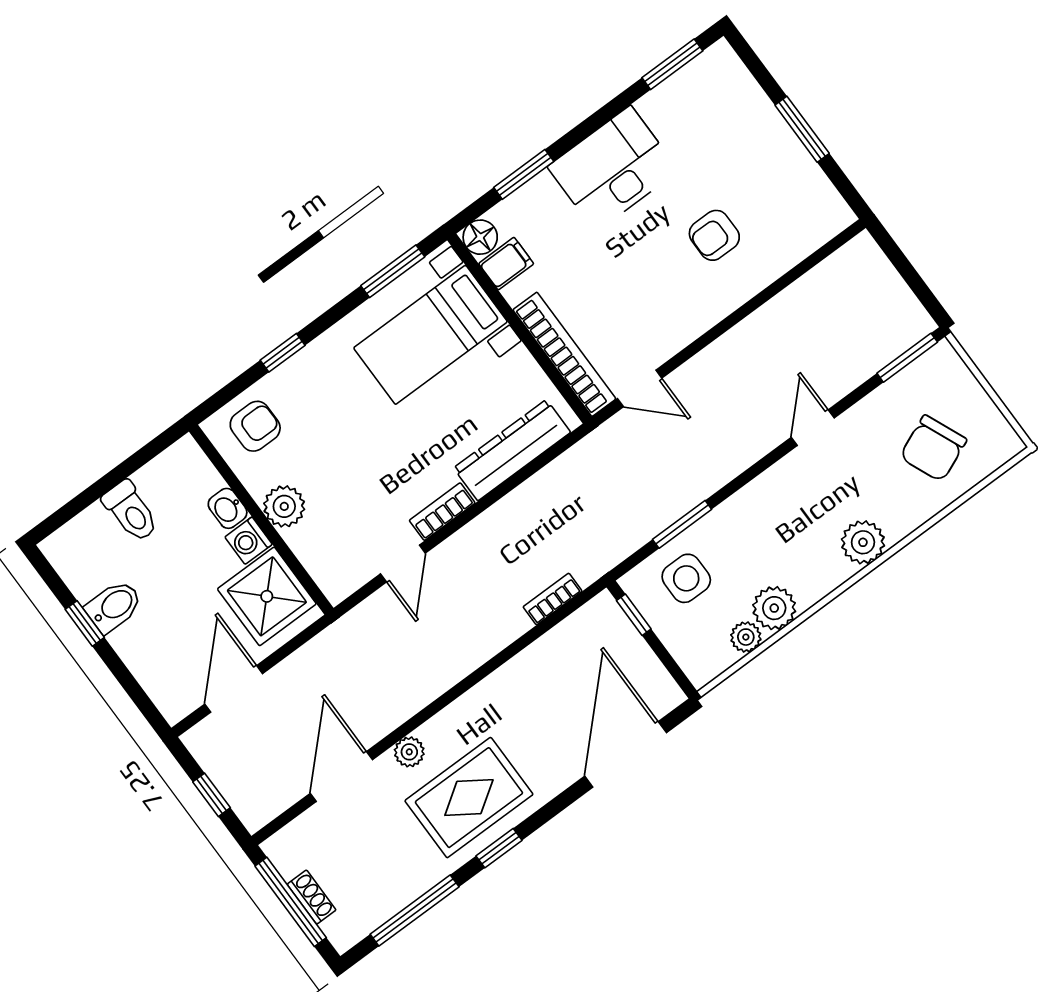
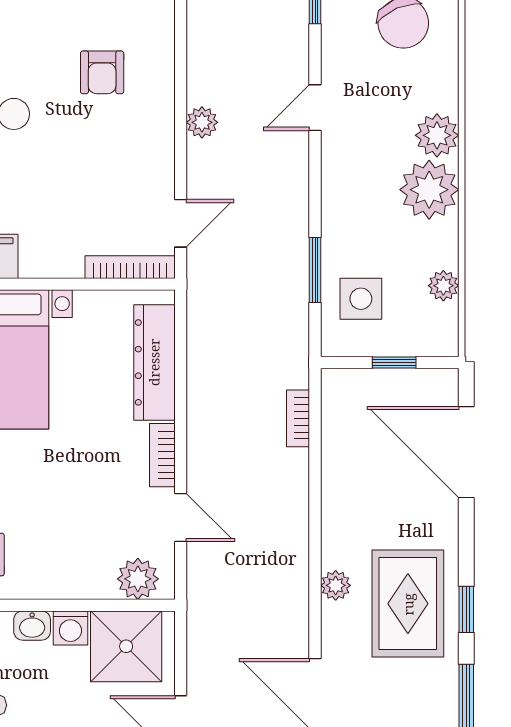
plant: (734, 345) -> (202, 122), added
bookcase: (564, 354) -> (130, 267), width x0.68, depth x0.76
door: (813, 428) -> (315, 108), hinge flipped
plant: (284, 506) -> (138, 579), moved
plant: (774, 608) -> (429, 190), moved, width x1.36, depth x1.36
window: (634, 615) -> (394, 363), moved
plant: (409, 752) -> (336, 585), moved

